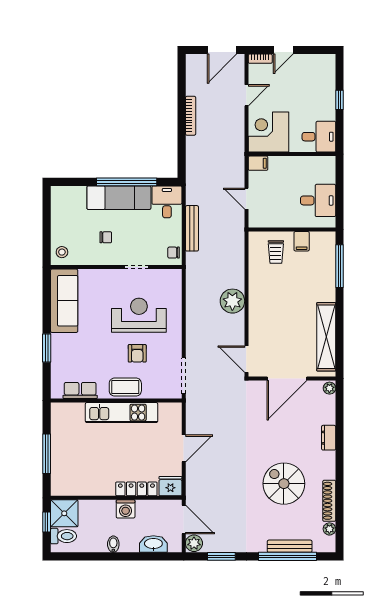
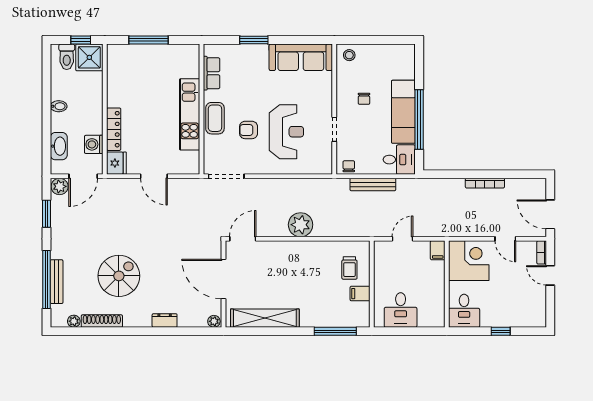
trolley: (276, 252) -> (349, 268), turned -90
washing machine: (126, 509) -> (94, 144), moved

